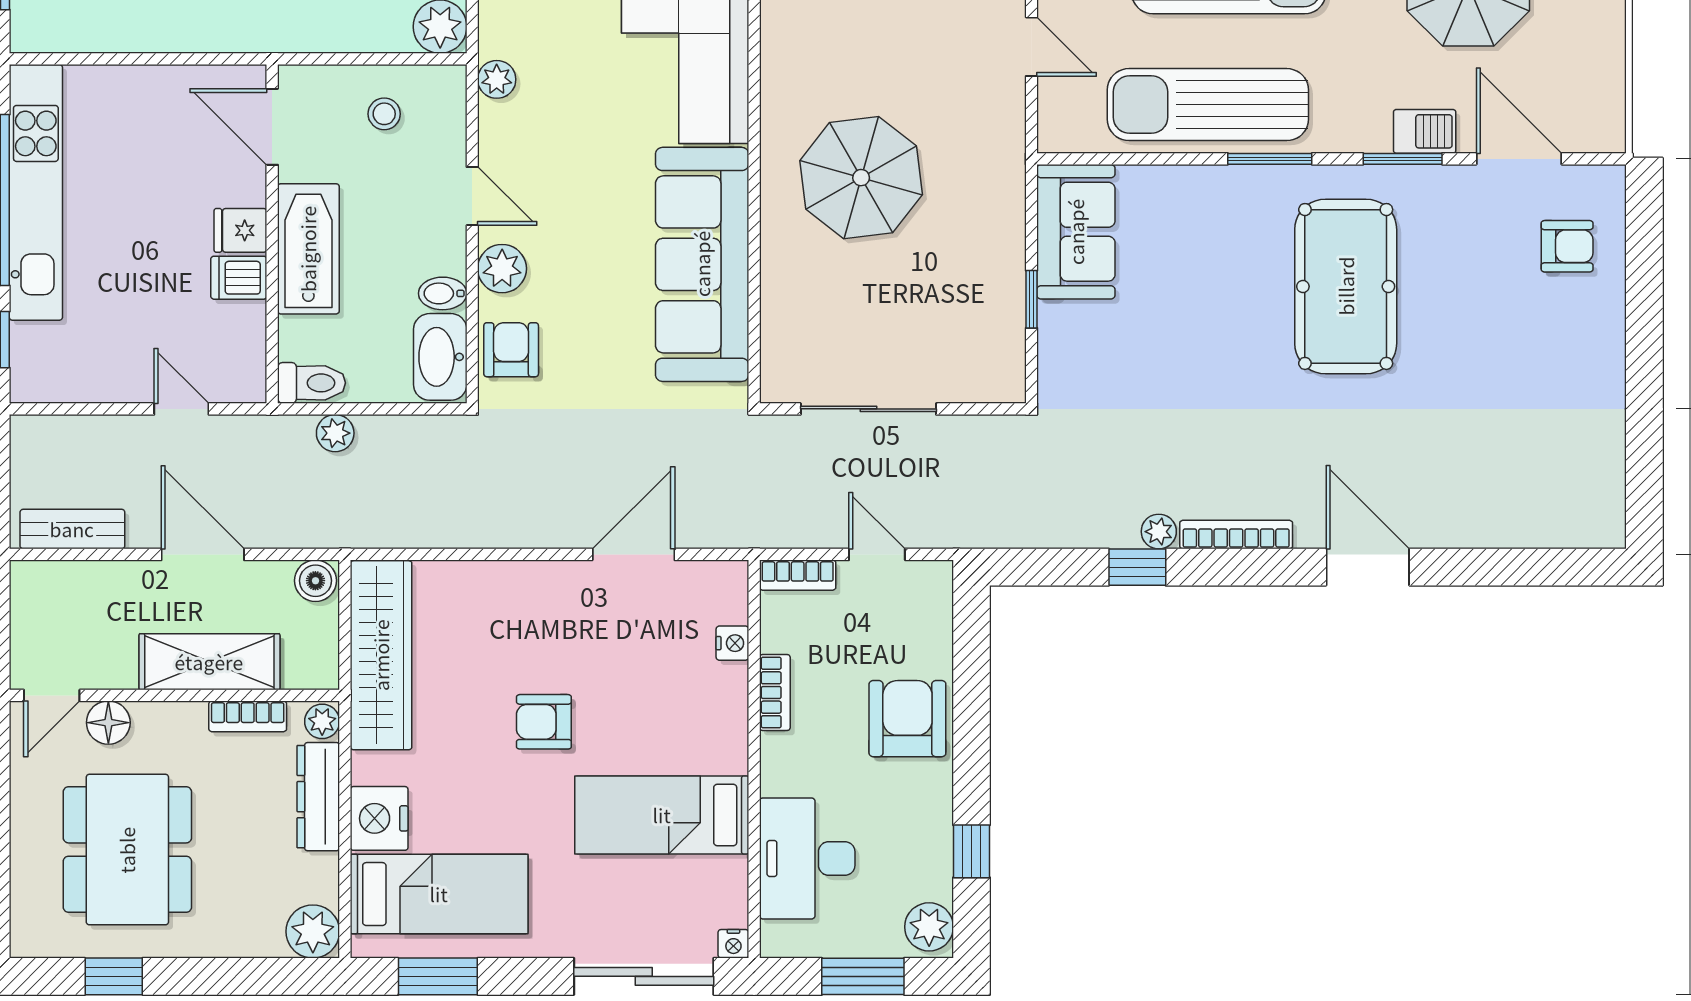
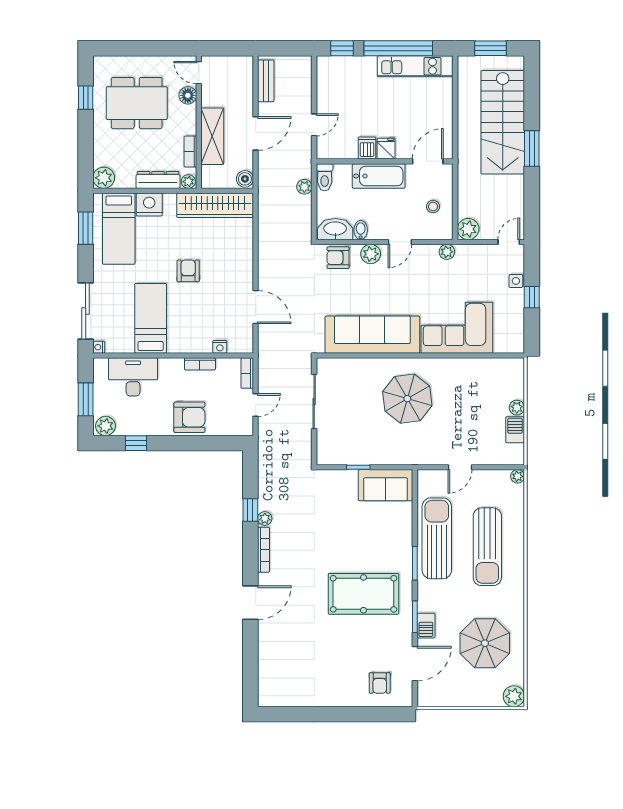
kitchen unit: (36, 192) -> (415, 66), width x0.73
armchair: (511, 350) -> (338, 258), turned 180

